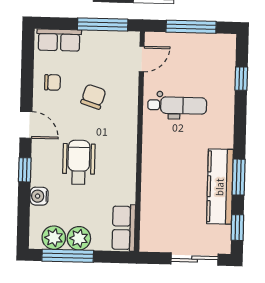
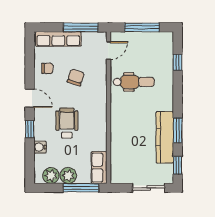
row of seats: (59, 40) -> (58, 39), width x1.48
window: (68, 256) -> (81, 188), moved

